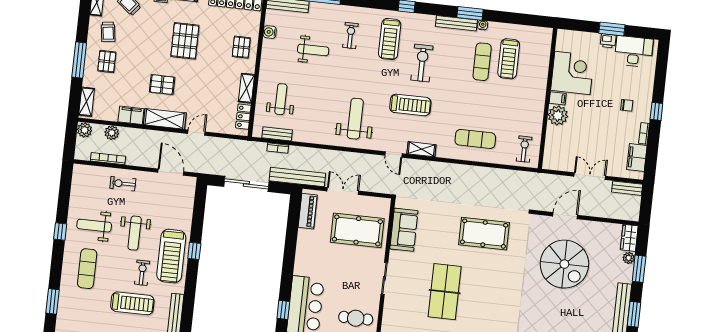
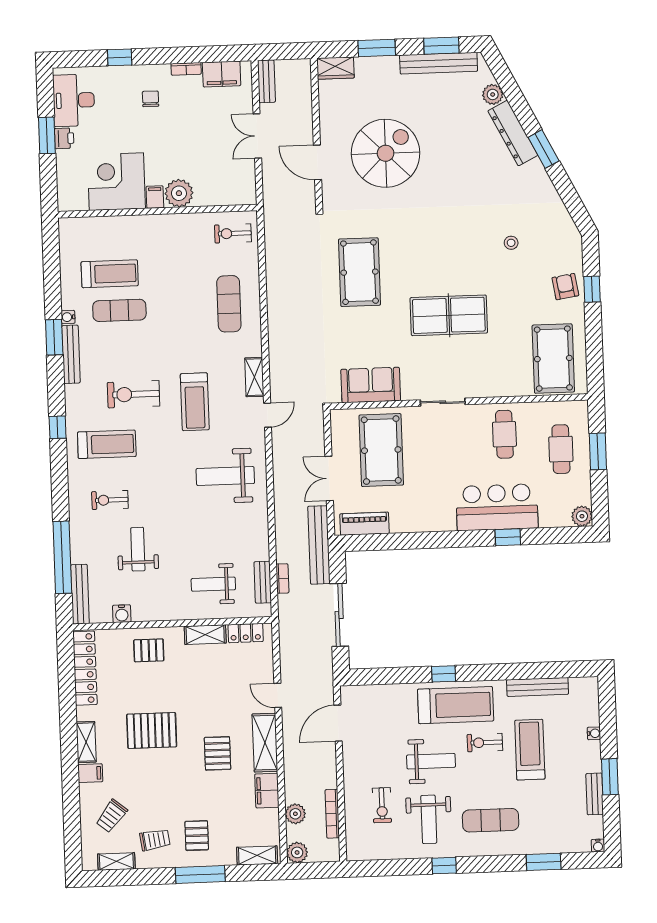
pallet: (107, 62) -> (197, 836), turned 90
treadmill: (410, 105) -> (195, 402), turned 180
window: (656, 111) -> (120, 57), moved
exercise bike: (123, 184) -> (382, 805), moved
plant: (629, 258) -> (364, 65), removed

